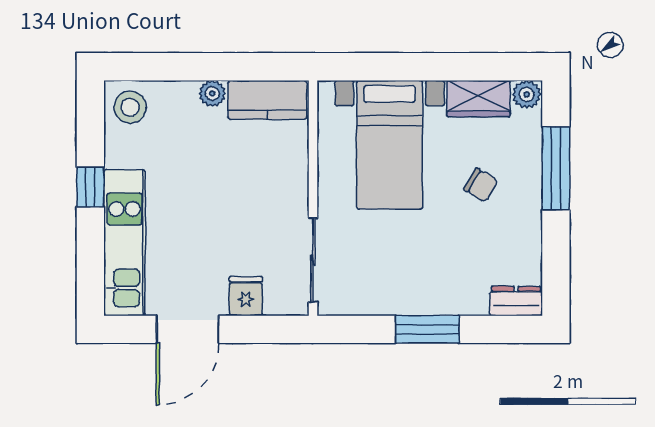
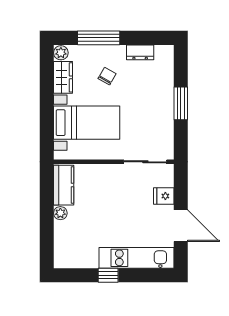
stool: (130, 107) -> (67, 255), removed
dresser: (516, 301) -> (140, 52), moved, turned -90

